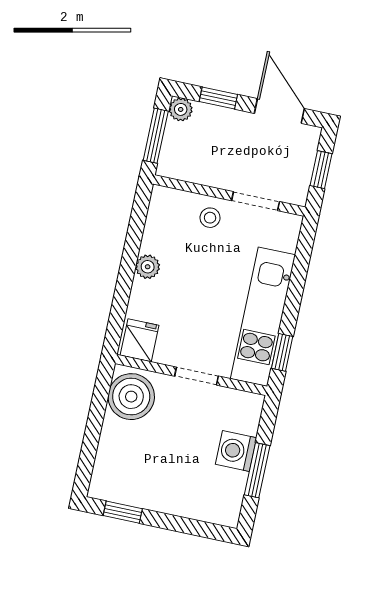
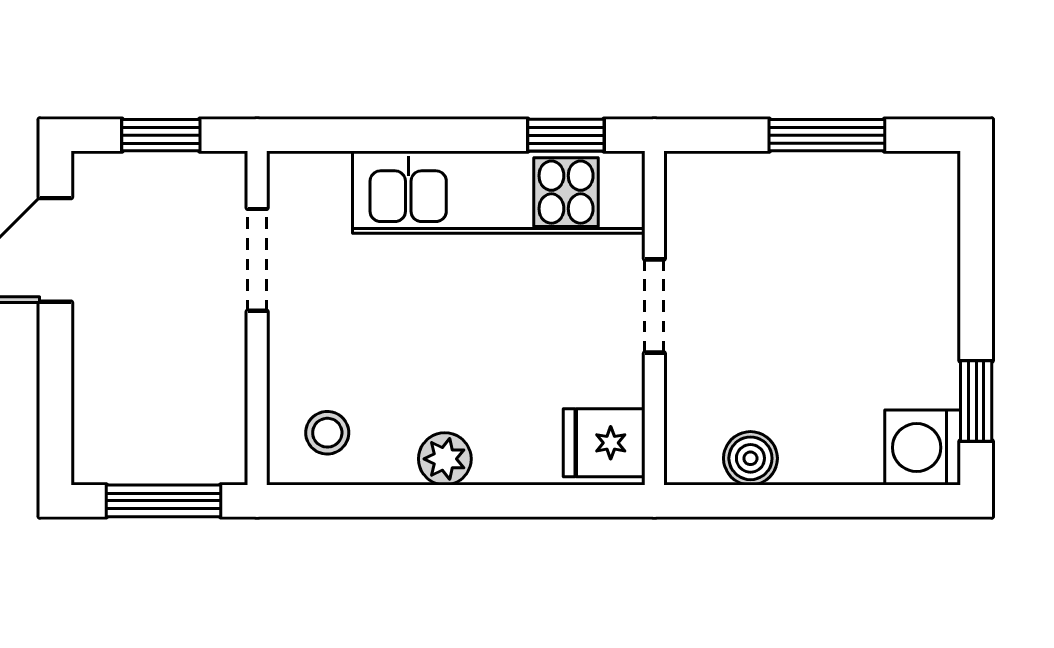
window: (218, 98) -> (55, 385), removed
plant: (181, 109) -> (97, 460), removed
stool: (210, 218) -> (327, 433), moved
boiler: (131, 397) -> (750, 458), width x0.54, depth x0.54
washing machine: (236, 451) -> (923, 448), moved, turned 90

